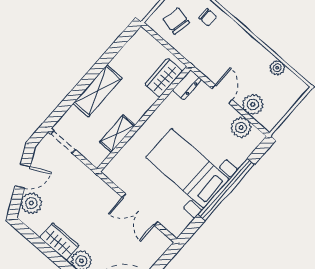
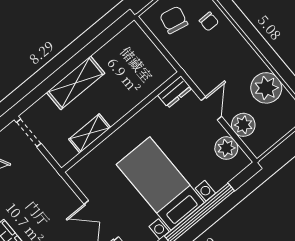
plant: (277, 68) -> (266, 88), width x1.88, depth x1.88
wardrobe: (164, 78) -> (150, 80), removed

